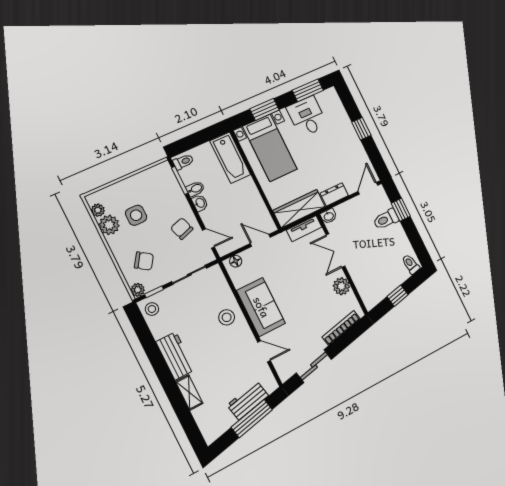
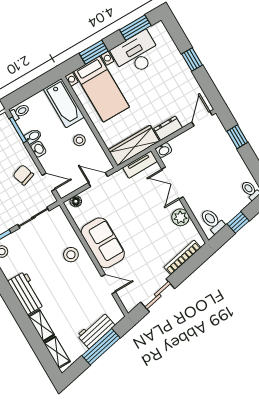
desk: (307, 117) -> (136, 54), width x1.37
stool: (244, 198) -> (79, 140), added
toilet: (386, 219) -> (212, 221), moved, turned 78
shelving: (204, 423) -> (57, 352), added

